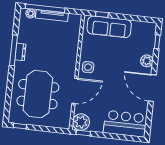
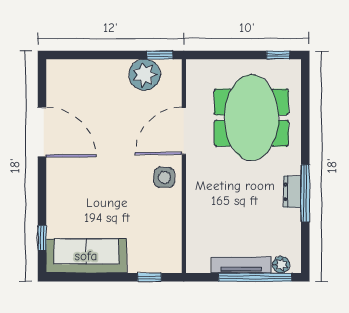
sofa: (109, 27) -> (86, 256), moved
plant: (147, 61) -> (57, 201), removed
door: (152, 88) -> (42, 132), moved
plant: (81, 122) -> (145, 75), moved
bar counter: (125, 124) -> (85, 81), removed

